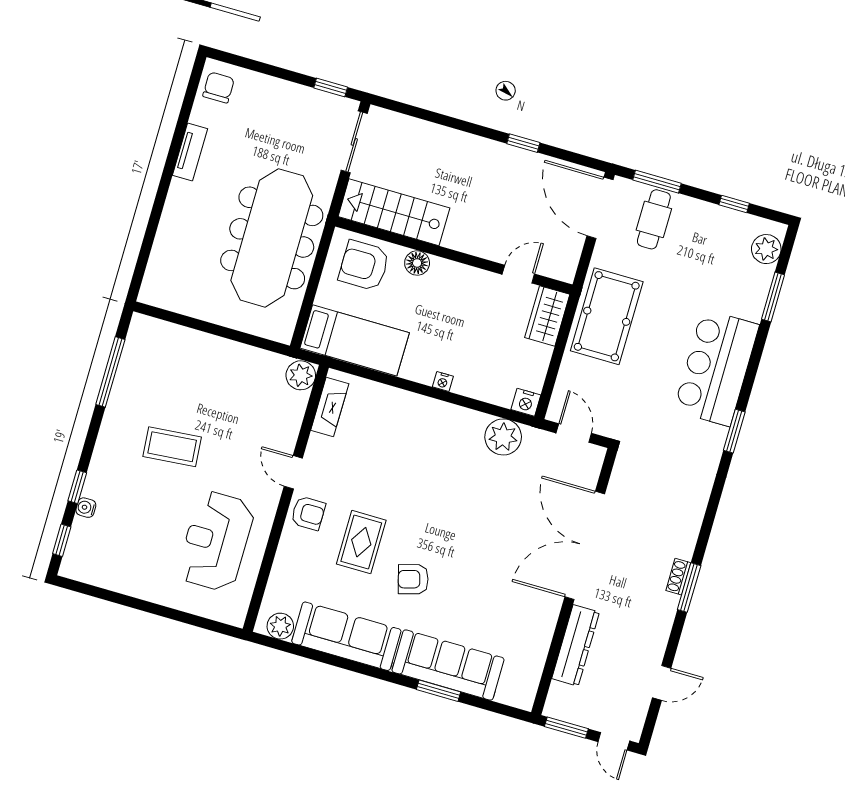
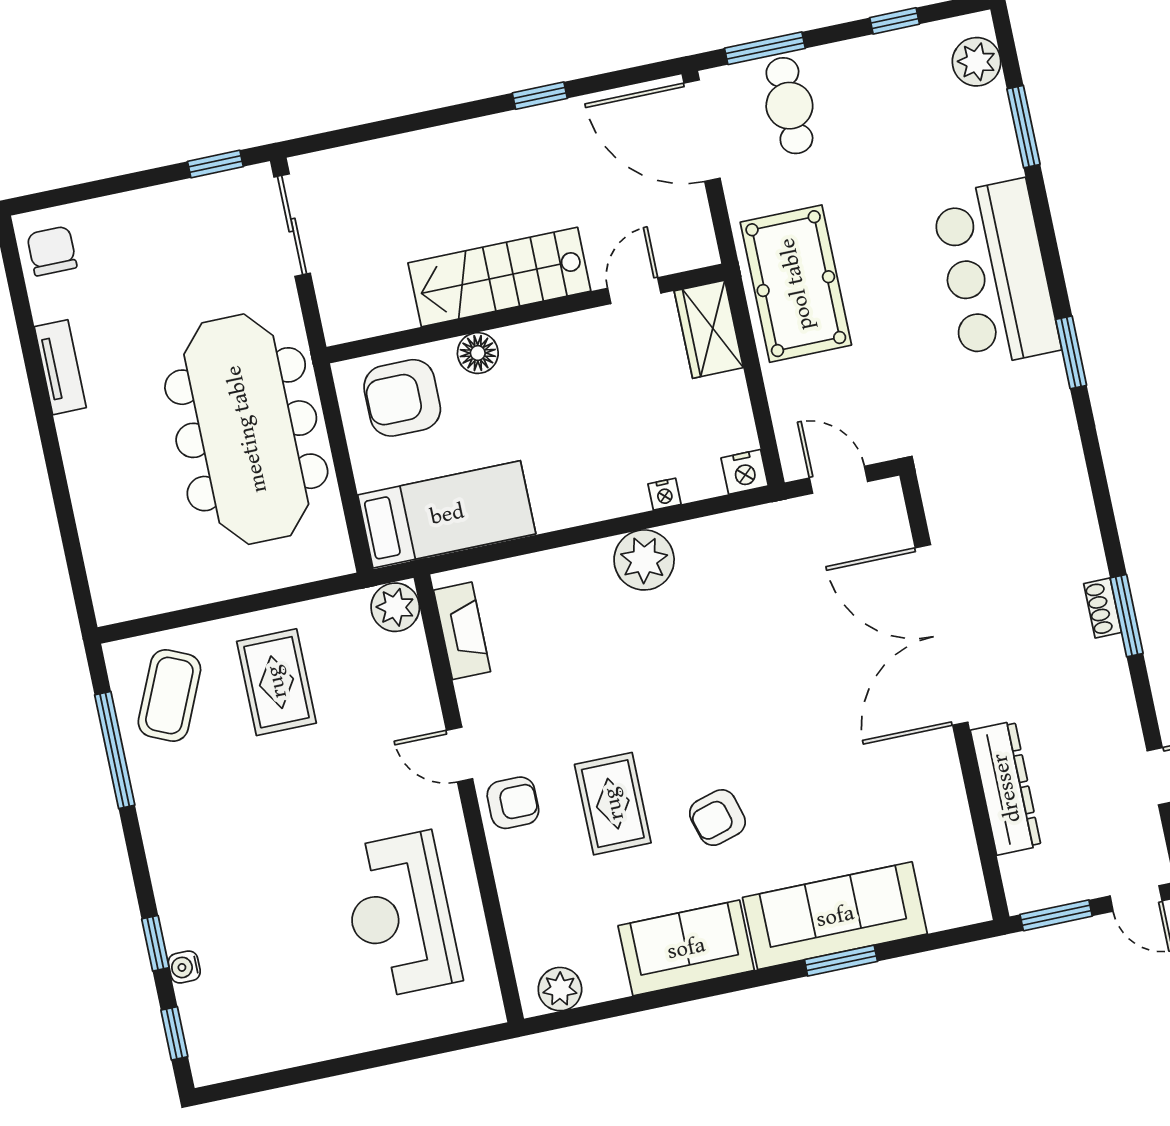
stairs: (394, 212) -> (499, 277), moved
rug: (216, 382) -> (276, 682), added
nightstand: (443, 382) -> (664, 494), moved
plant: (503, 437) -> (644, 560), moved
coffee table: (172, 447) -> (169, 695), moved, turned -61
sofa: (346, 636) -> (686, 948), width x0.73

